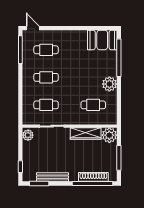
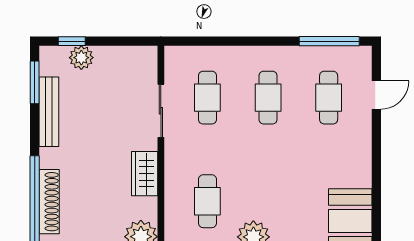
door: (33, 28) -> (376, 95), moved
wardrobe: (86, 134) -> (145, 174), width x0.67
plant: (28, 135) -> (81, 58), moved

